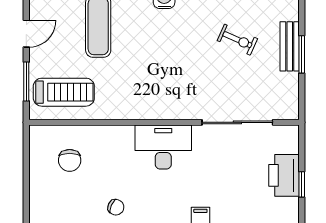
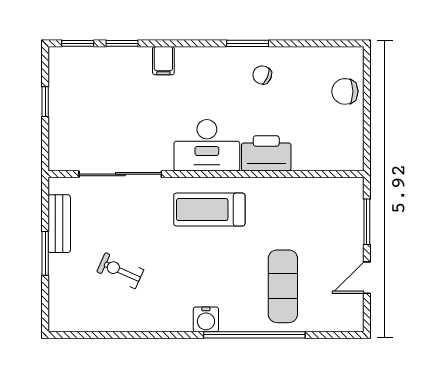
bench: (290, 46) -> (59, 224), moved
treadmill: (64, 92) -> (209, 210), moved
chair: (70, 160) -> (345, 91), moved, turned -90
printer: (284, 175) -> (266, 153), moved, turned -90

